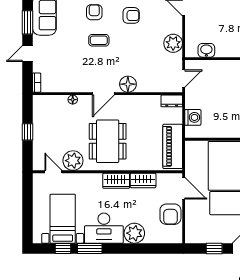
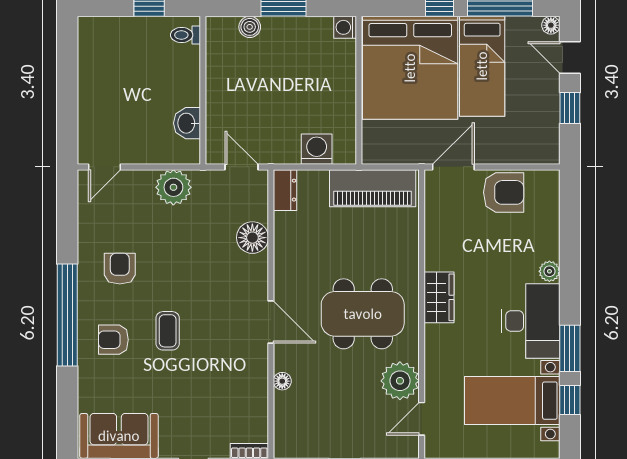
floor lamp: (128, 84) -> (252, 238), moved
wardrobe: (143, 180) -> (438, 245), removed
plant: (134, 233) -> (549, 271), width x0.53, depth x0.53

